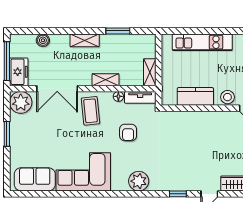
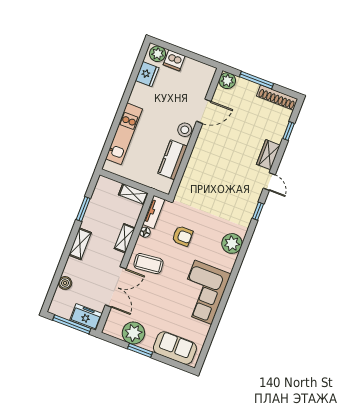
plant: (21, 102) -> (133, 333), moved
sofa: (35, 179) -> (175, 348), moved, turned 90

